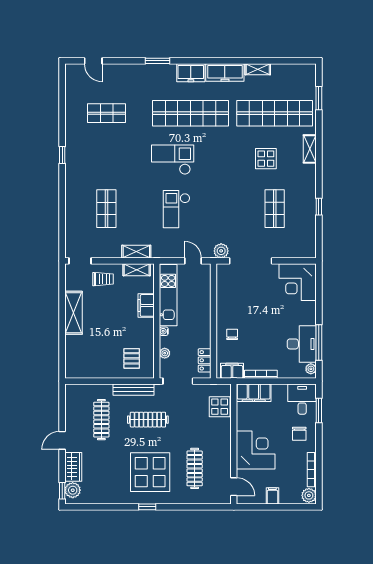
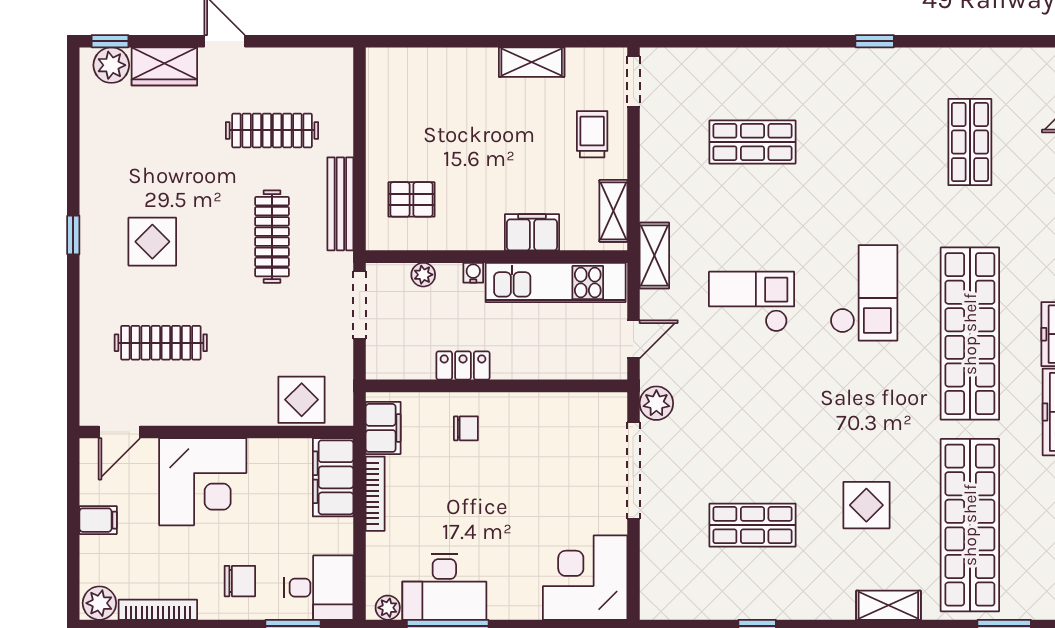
shelving: (136, 252) -> (654, 255), moved
trolley: (103, 279) -> (592, 134), turned 180
shelving: (74, 313) -> (532, 62), width x0.67, depth x0.75
locker: (205, 360) -> (463, 366), moved
chair: (299, 434) -> (240, 581), turned 180
display table: (150, 472) -> (152, 242), width x0.54, depth x0.54

